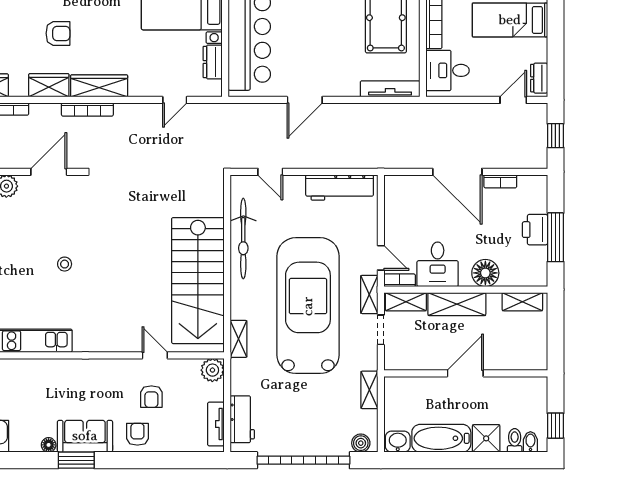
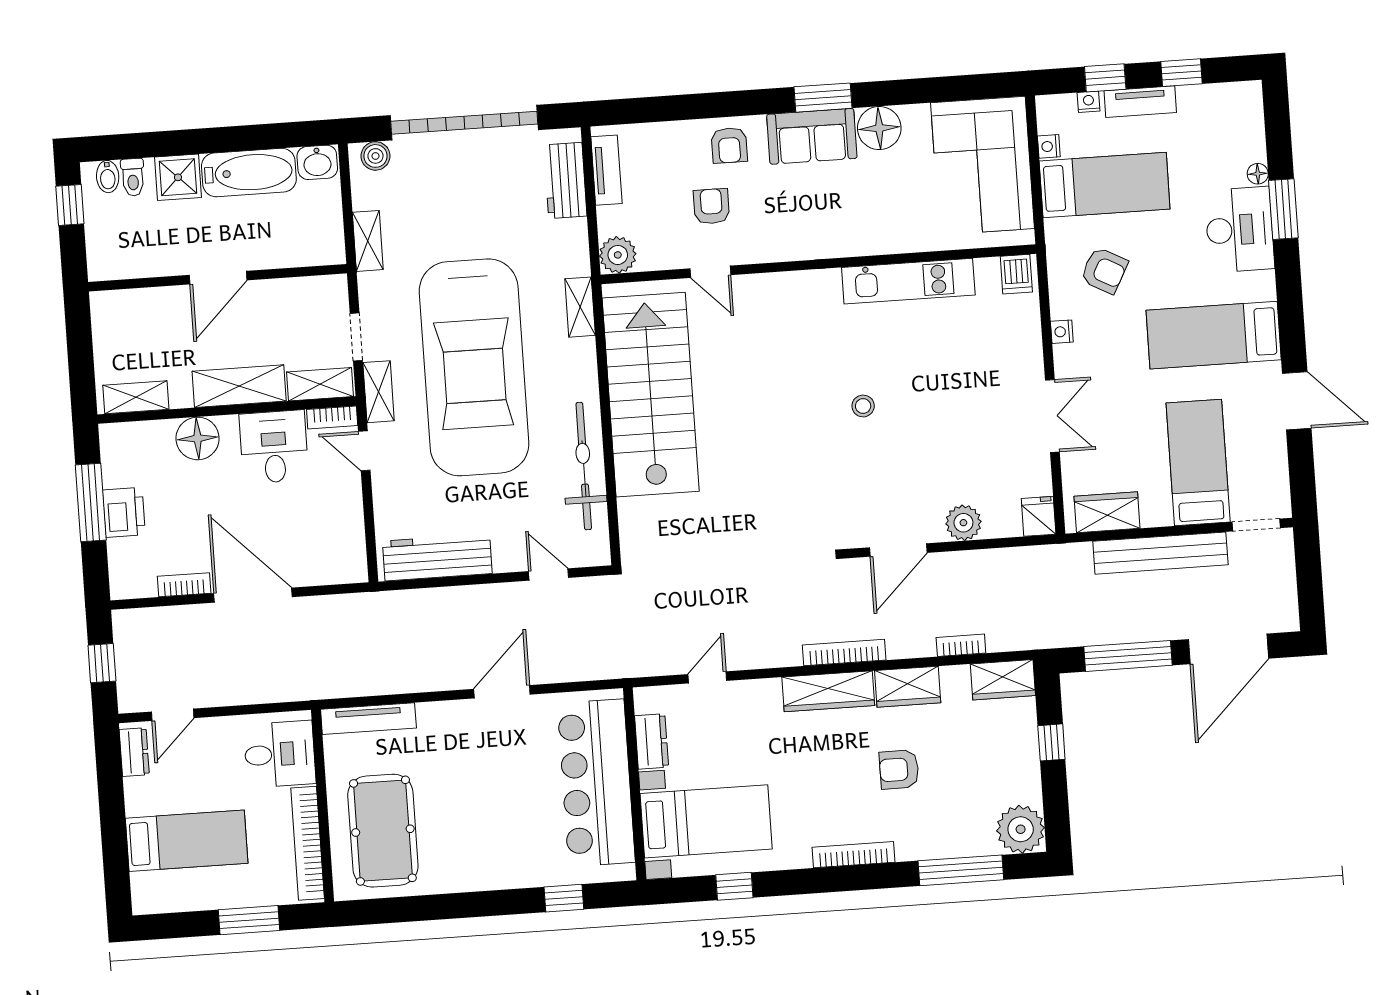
floor lamp: (49, 445) -> (879, 128), width x1.89, depth x1.89

